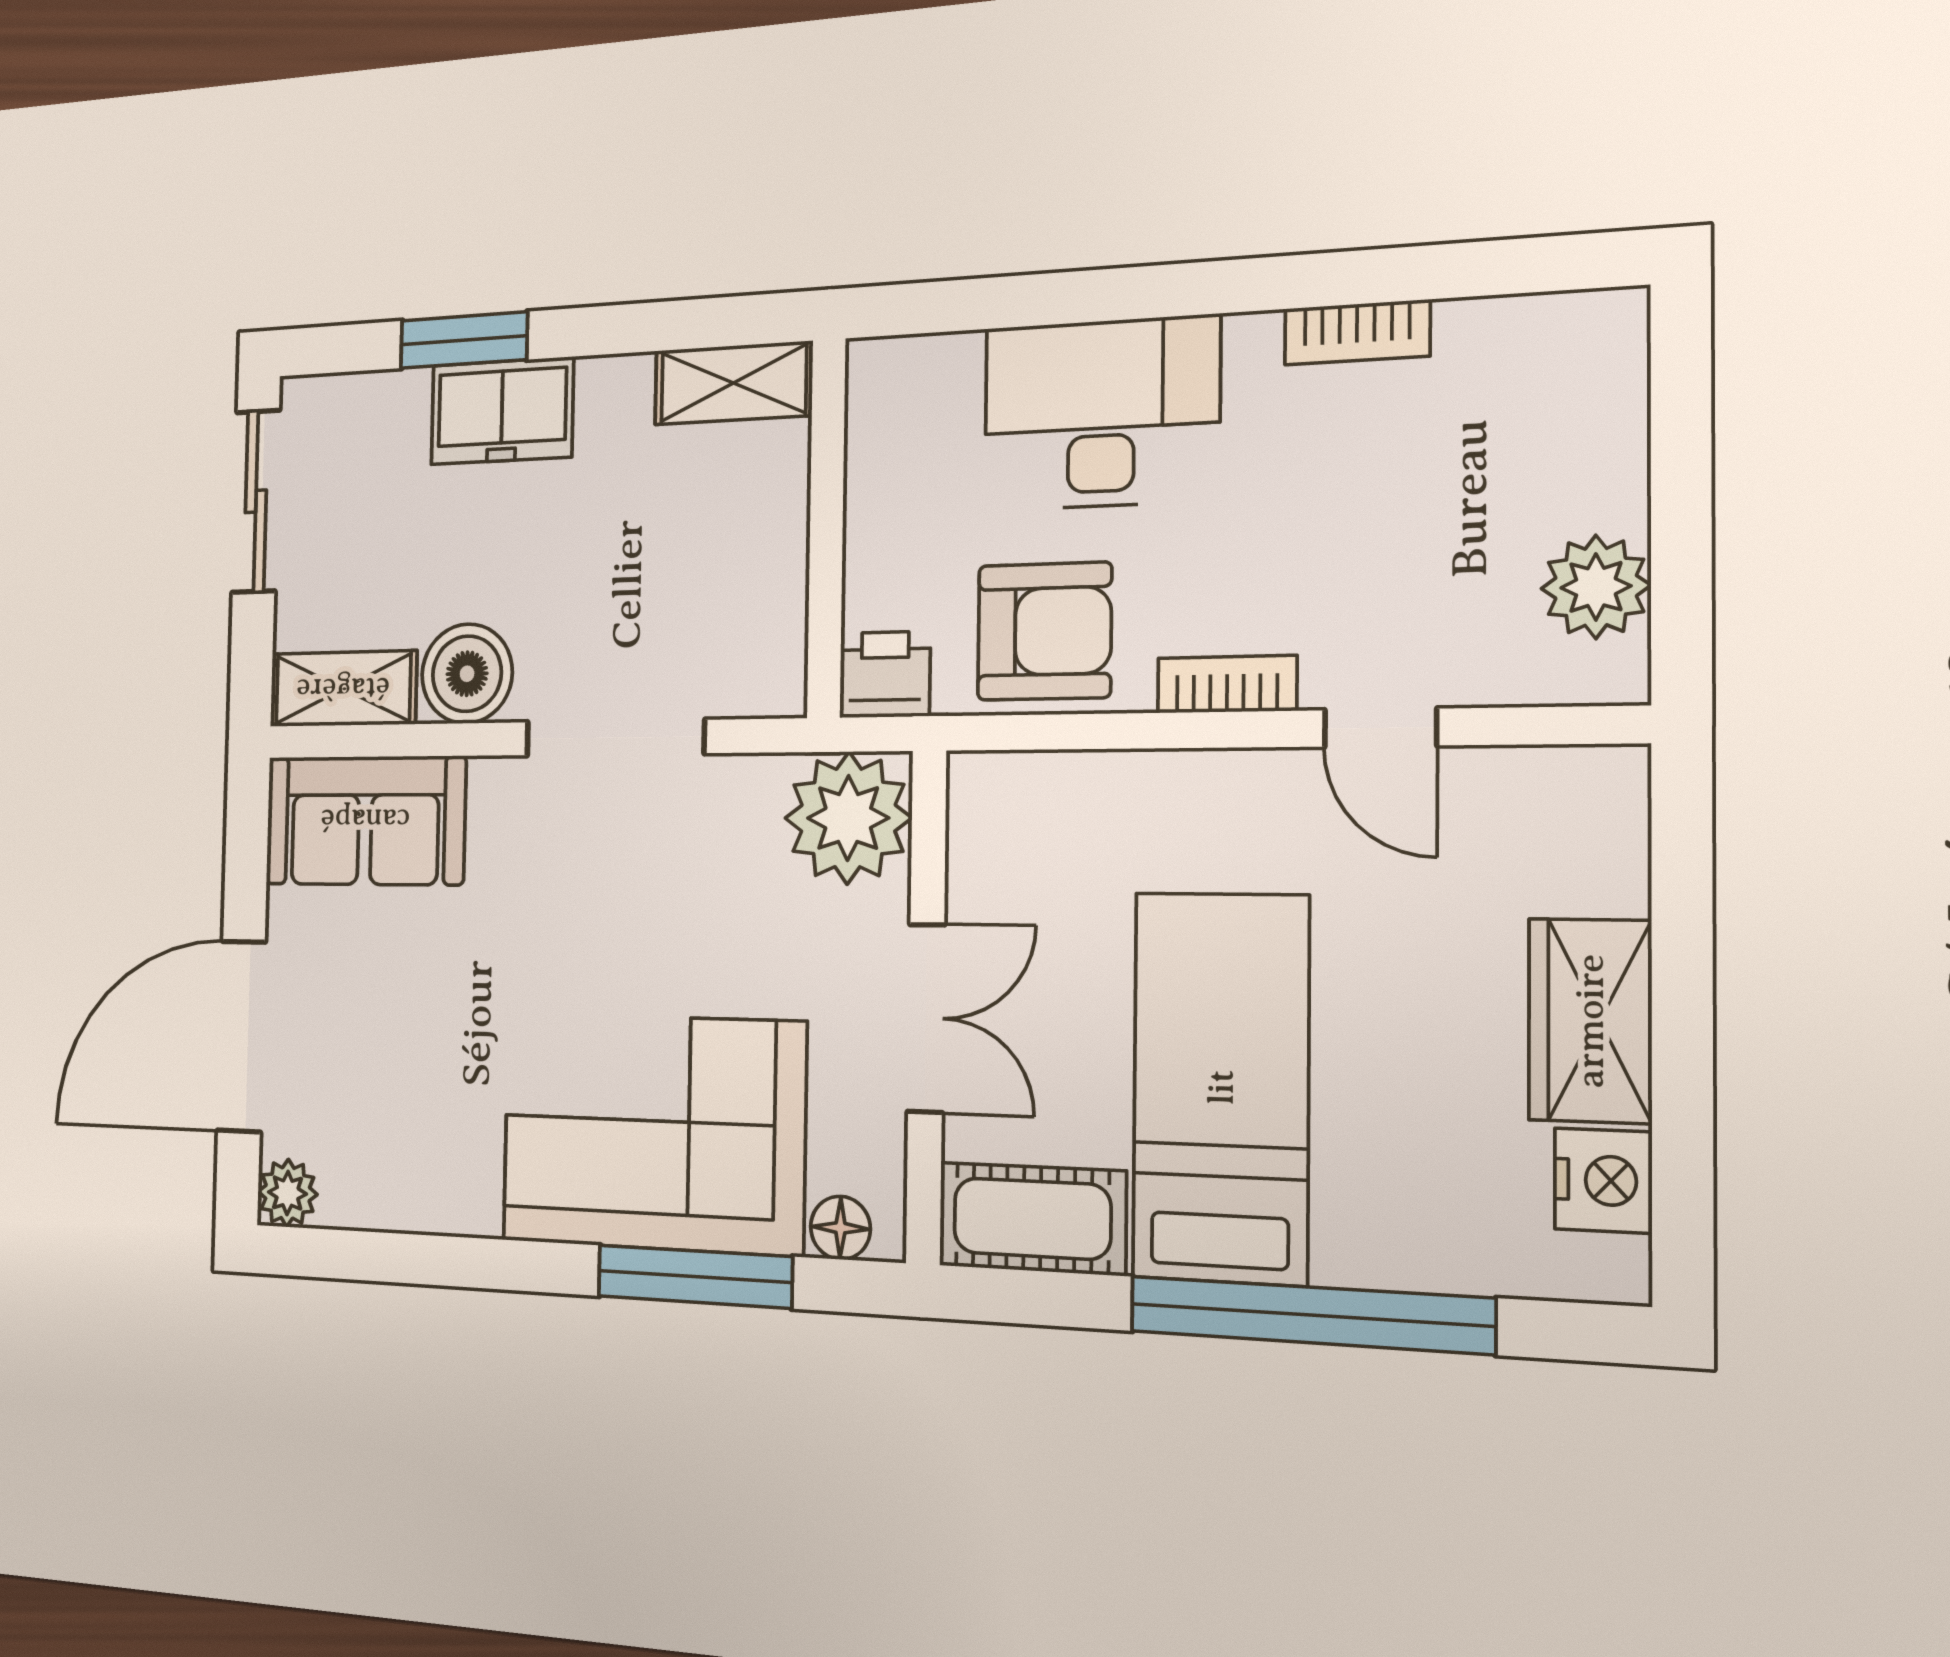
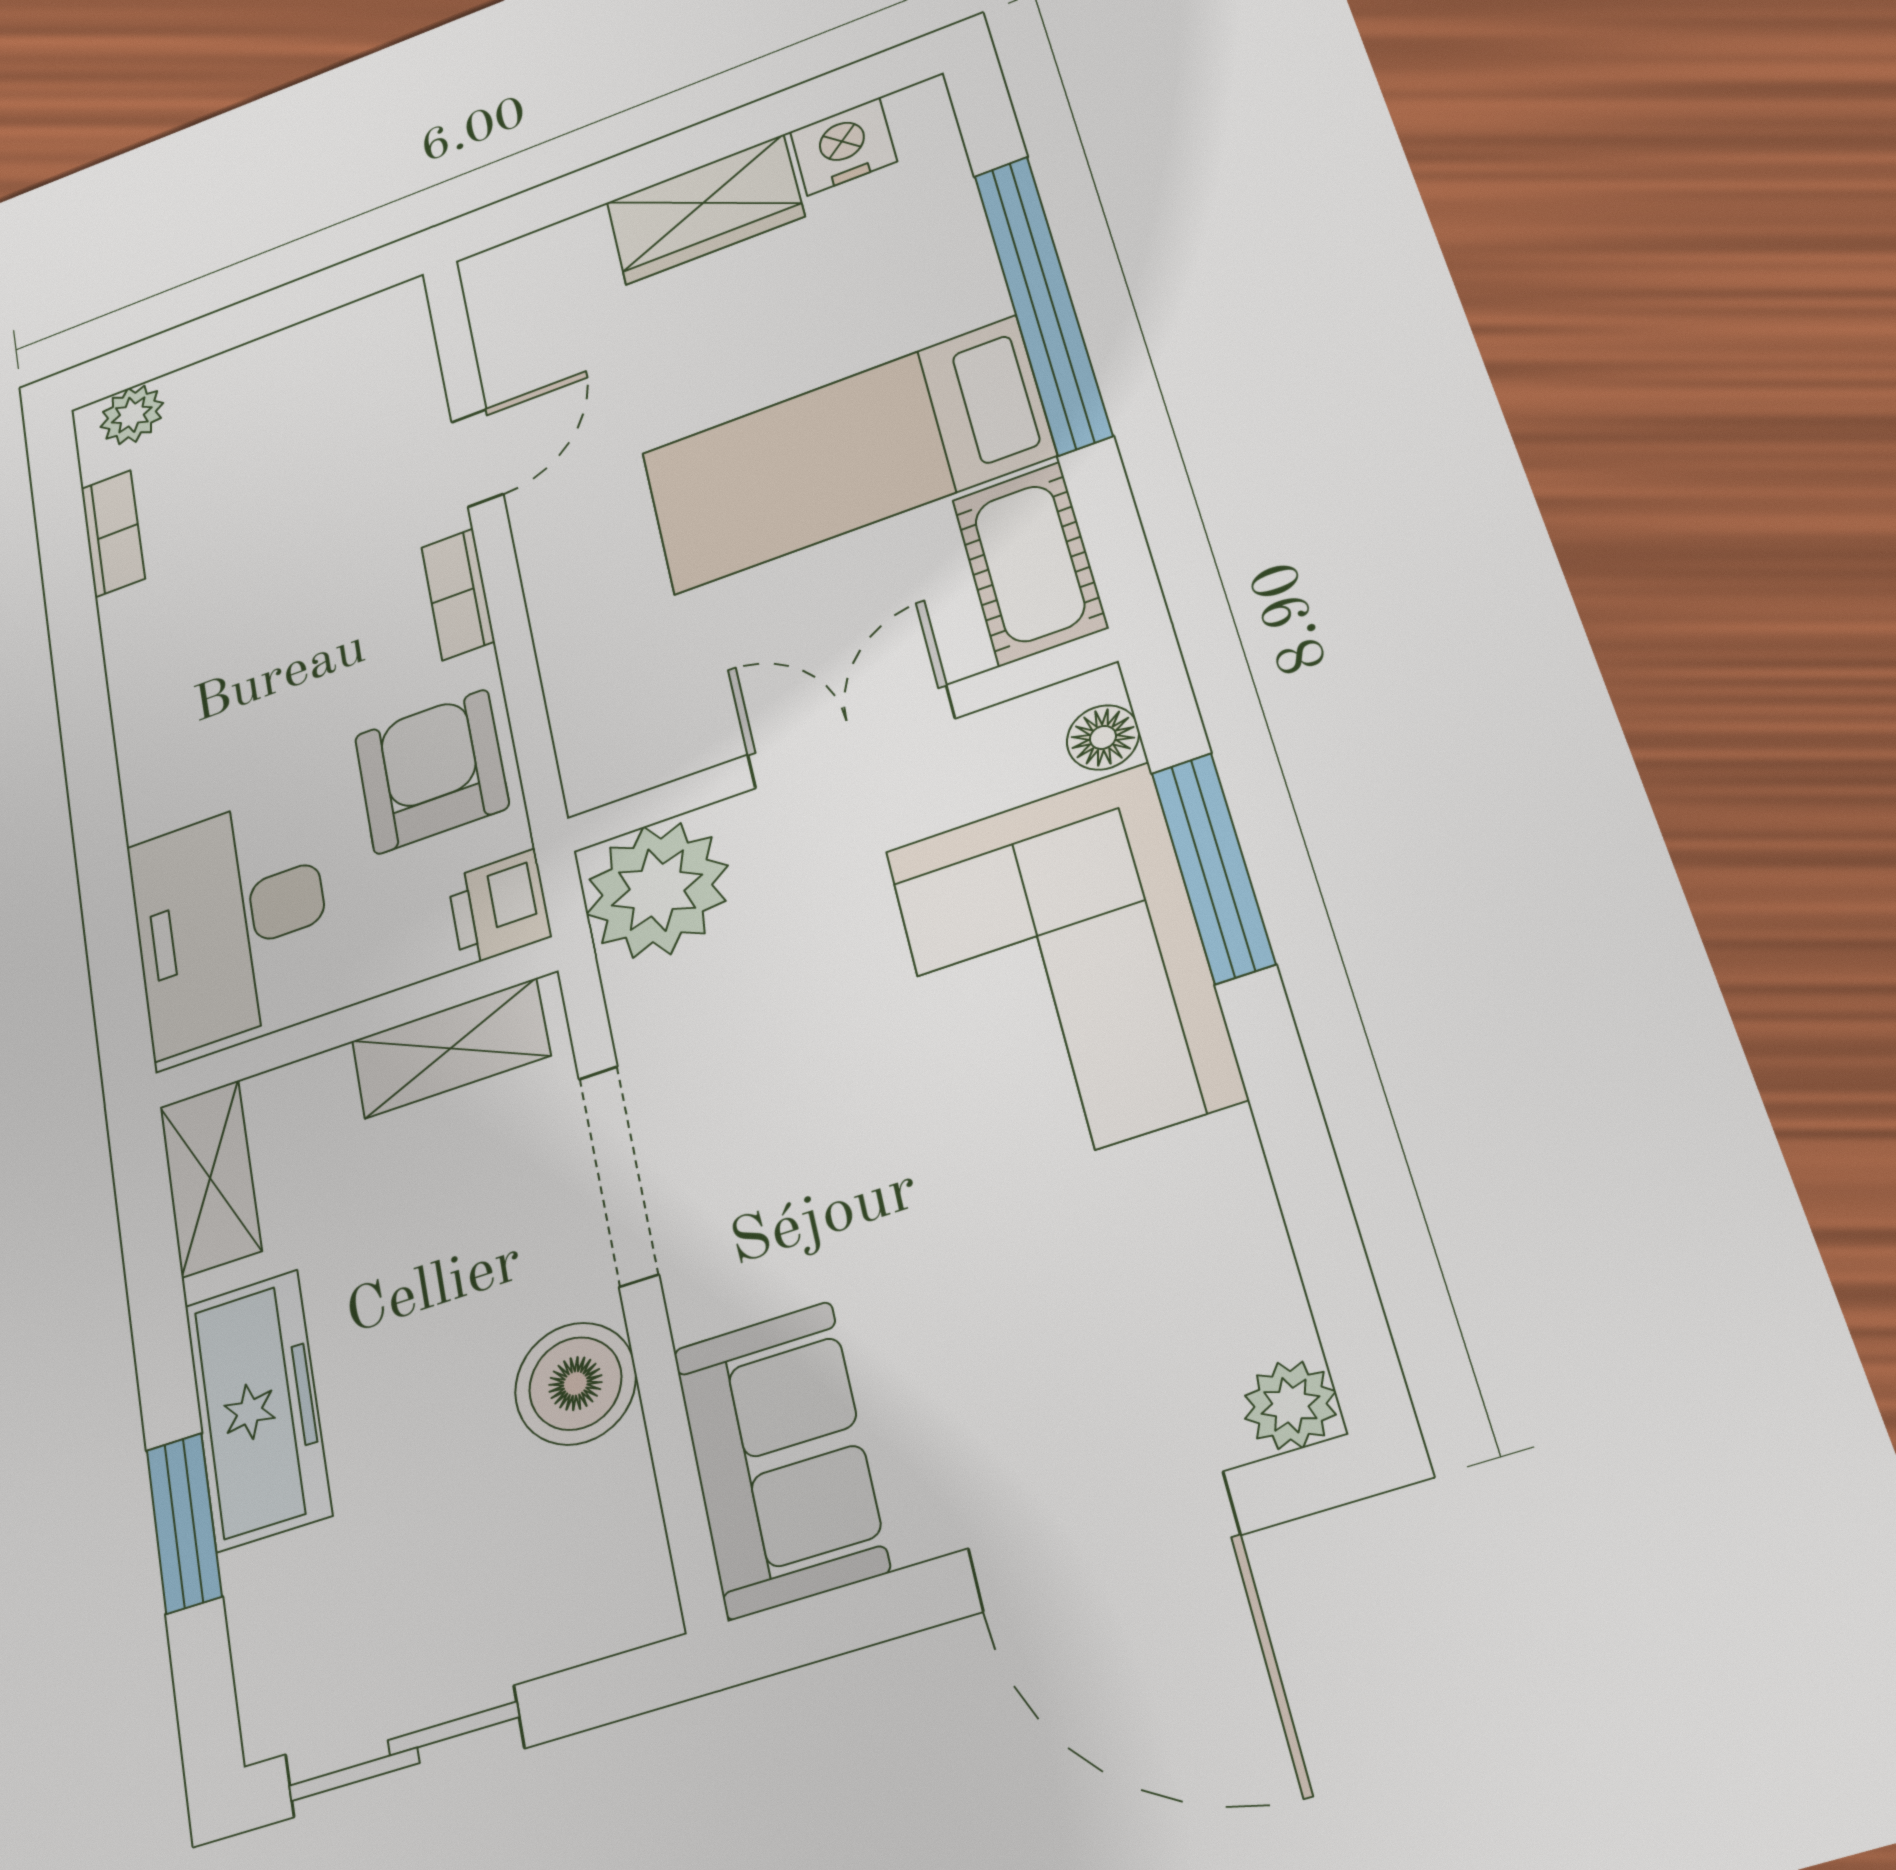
bookcase: (1357, 332) -> (113, 533), moved
freezer: (502, 411) -> (257, 1409), width x1.40
desk: (1101, 413) -> (231, 922), moved
plant: (1596, 587) -> (132, 415), moved, width x0.73, depth x0.73
shelving: (343, 689) -> (451, 1048), moved, turned 90

